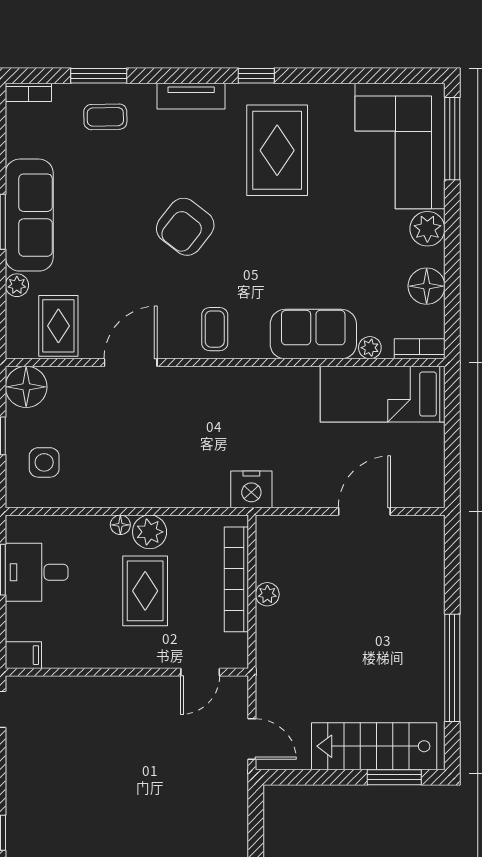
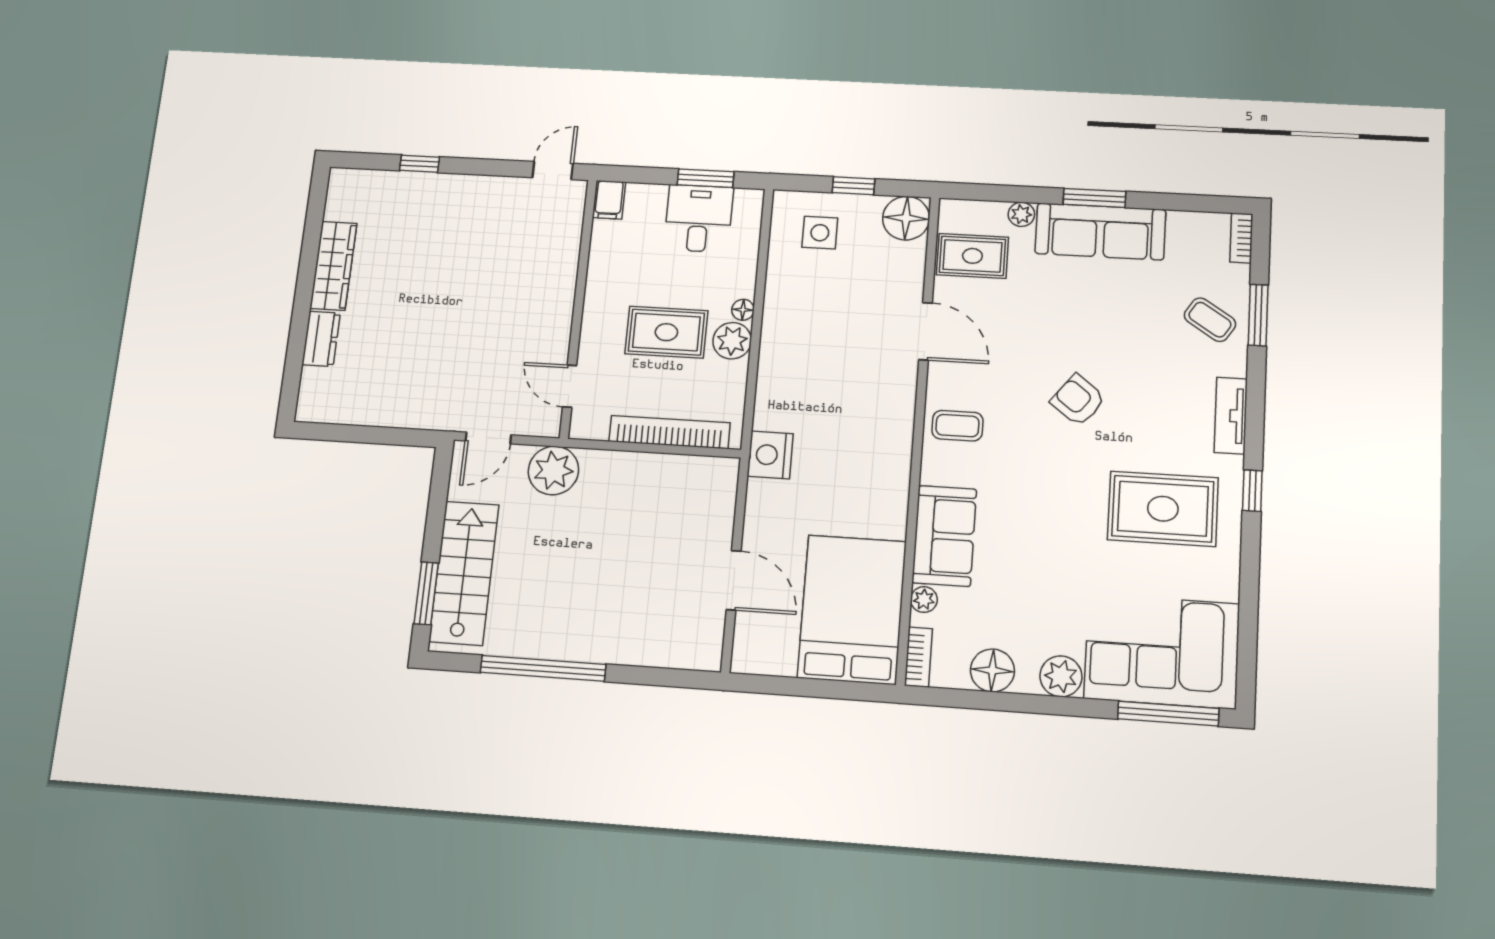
coffee table: (105, 117) -> (1210, 320), turned -56
armchair: (185, 227) -> (1078, 400), width x0.72, depth x0.72
bed: (383, 394) -> (852, 609), width x1.50
plant: (267, 594) -> (553, 470), moved, width x1.88, depth x1.88

